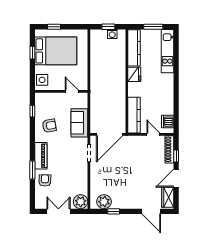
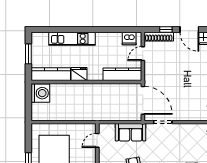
window: (108, 27) -> (28, 101), removed
washing machine: (112, 34) -> (40, 93), width x1.89, depth x1.89
kitchen unit: (167, 51) -> (72, 39), moved

